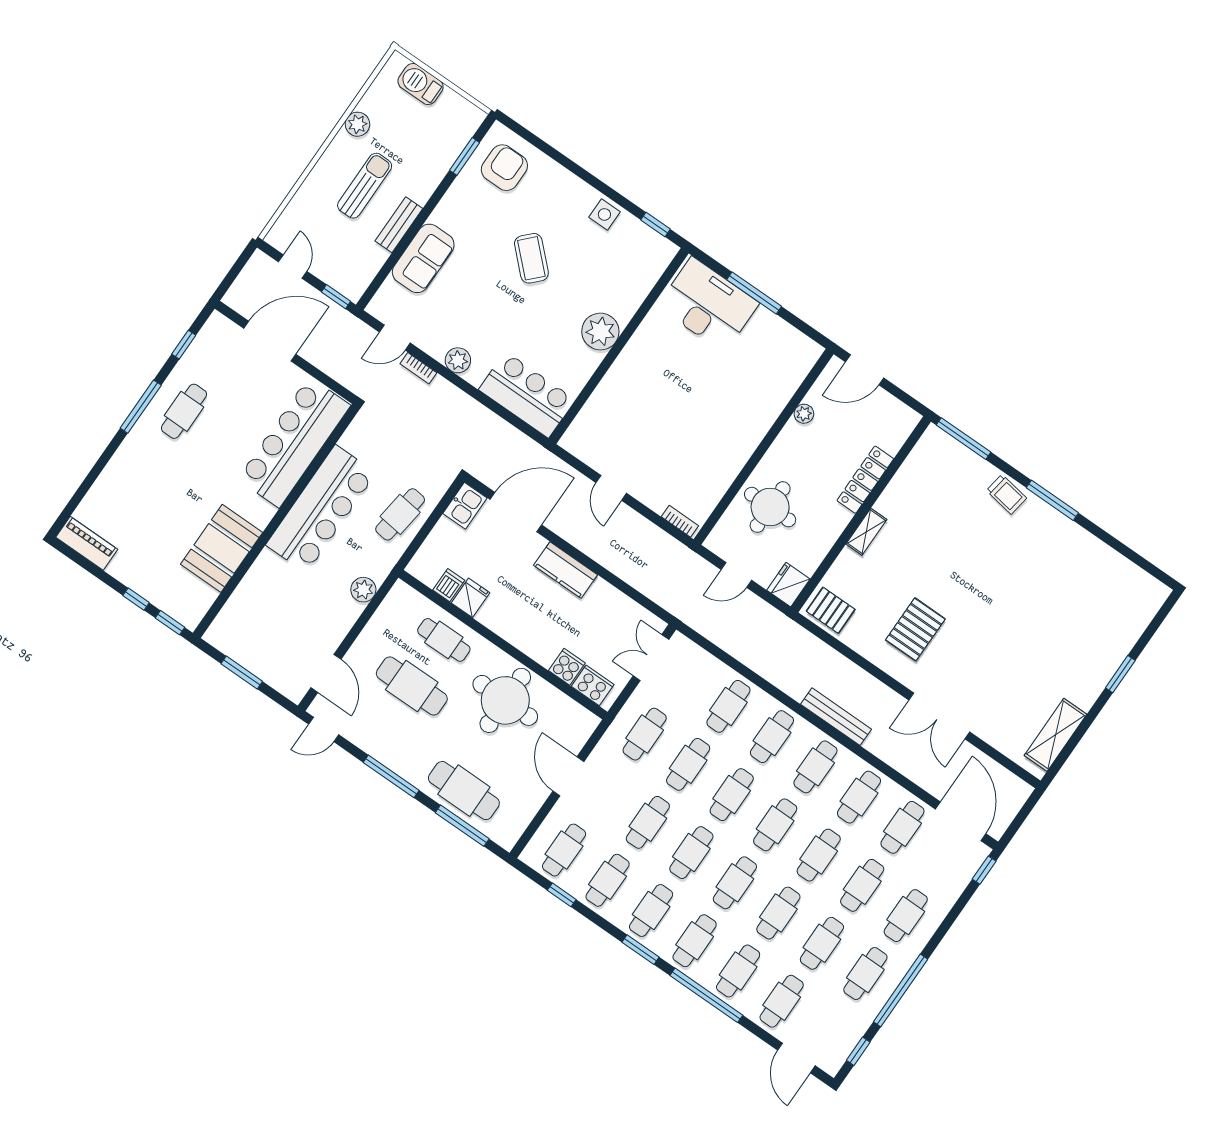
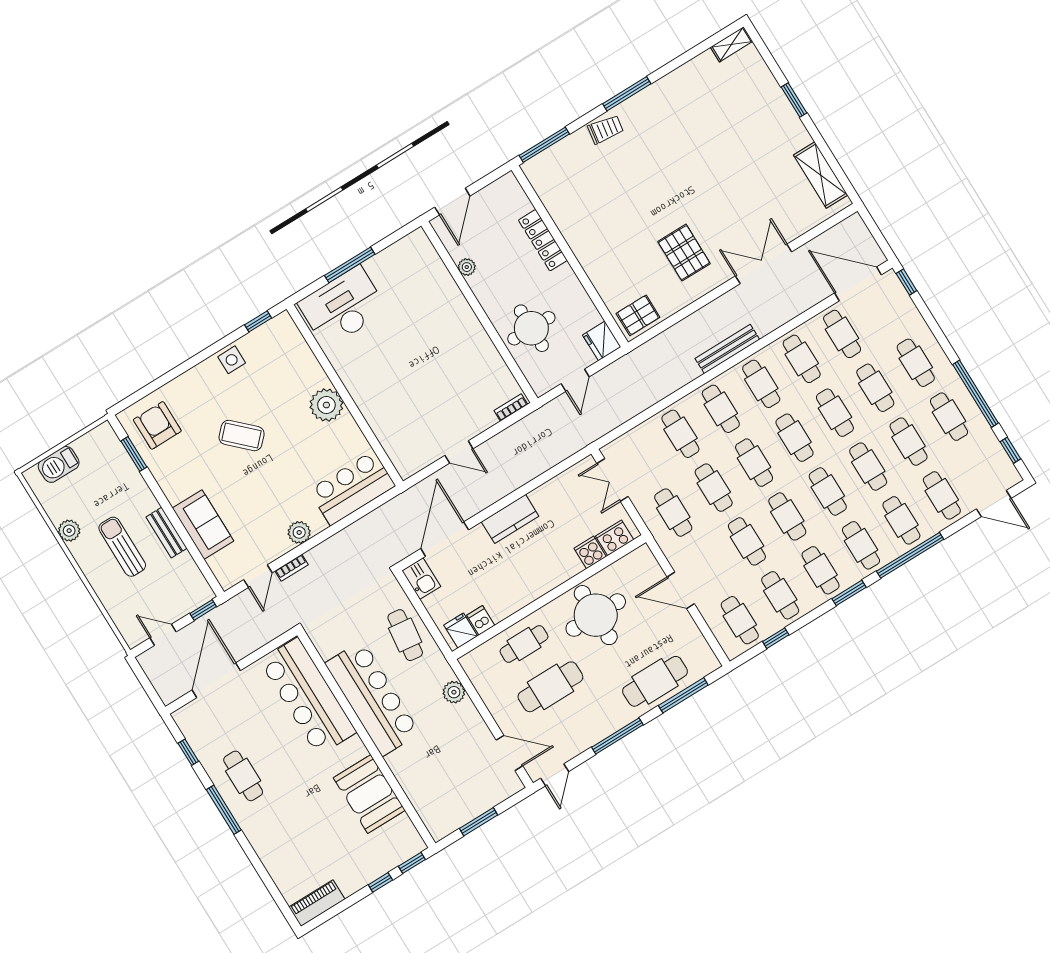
shelving: (866, 532) -> (732, 44), moved, turned 90
fridge: (471, 598) -> (461, 631), moved
double door: (939, 716) -> (764, 264), swing flipped

